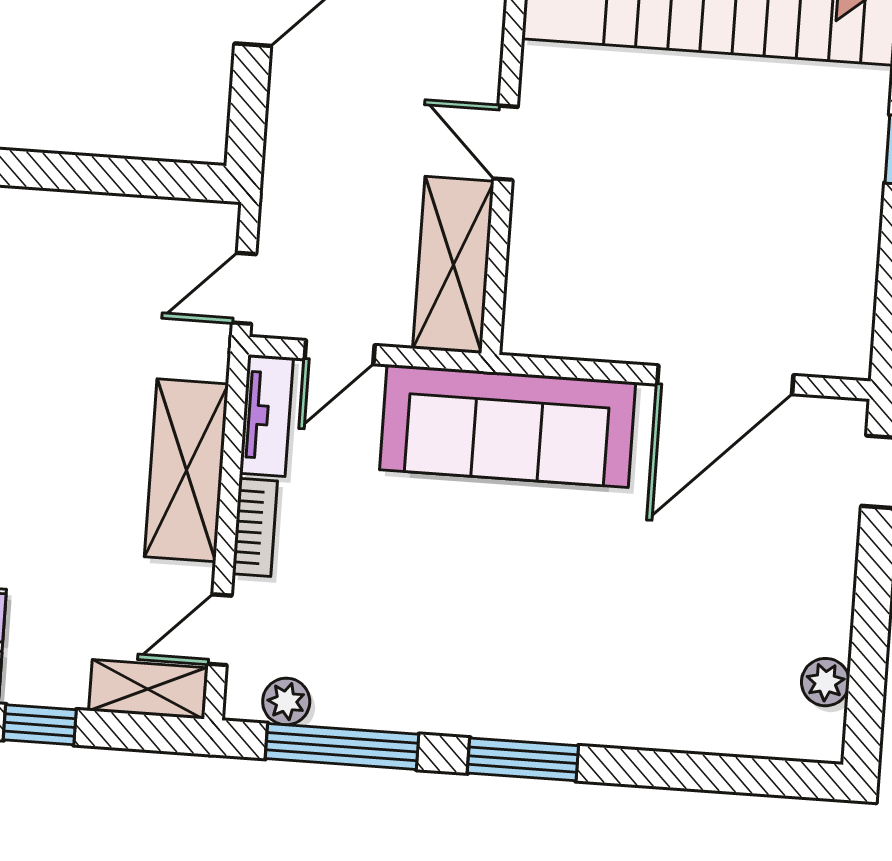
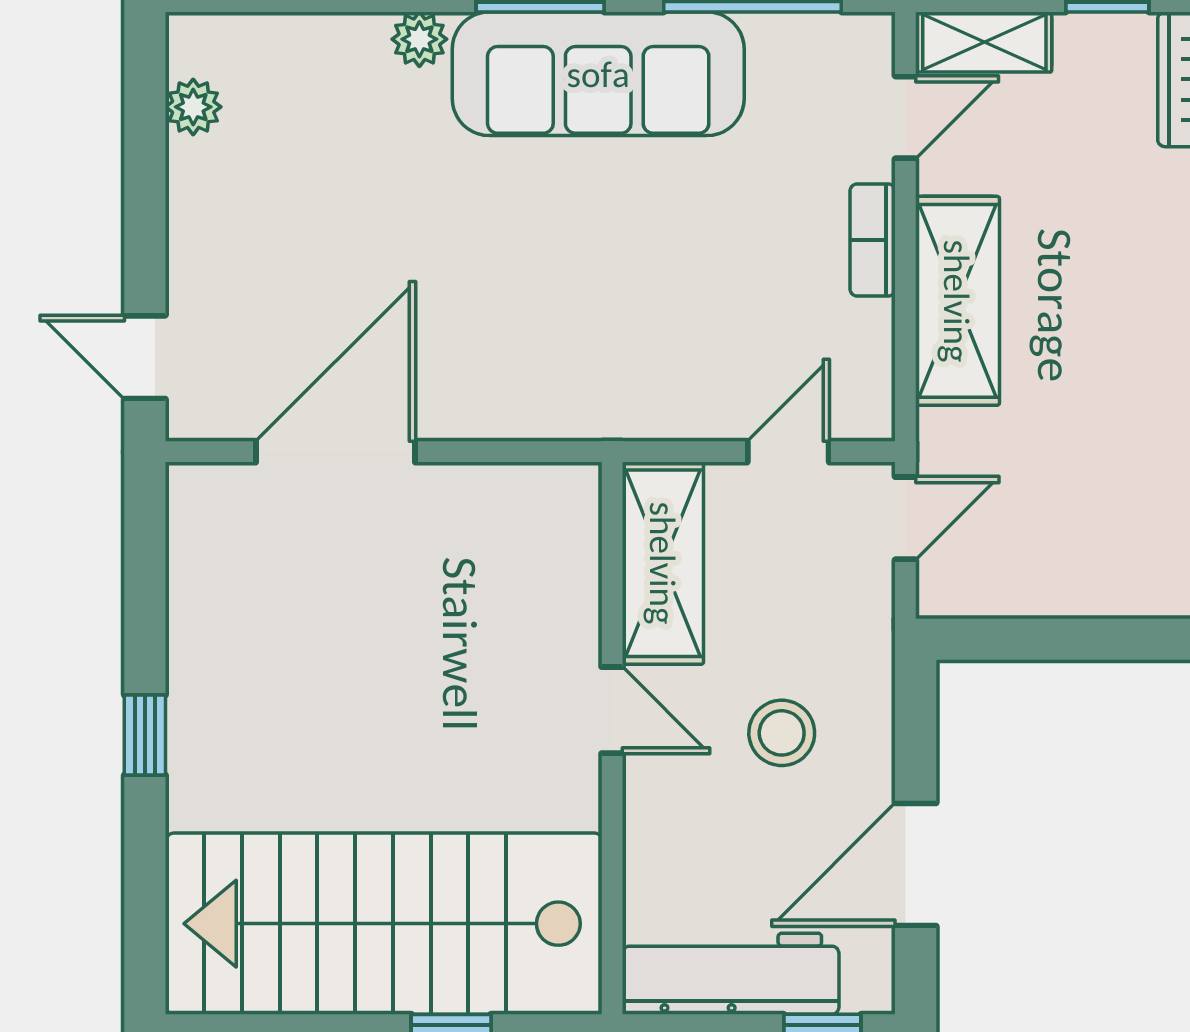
stool: (362, 113) -> (782, 733), added
tv unit: (267, 415) -> (868, 372), removed
sofa: (508, 426) -> (598, 74), moved, turned 180
plant: (286, 701) -> (419, 39), moved

